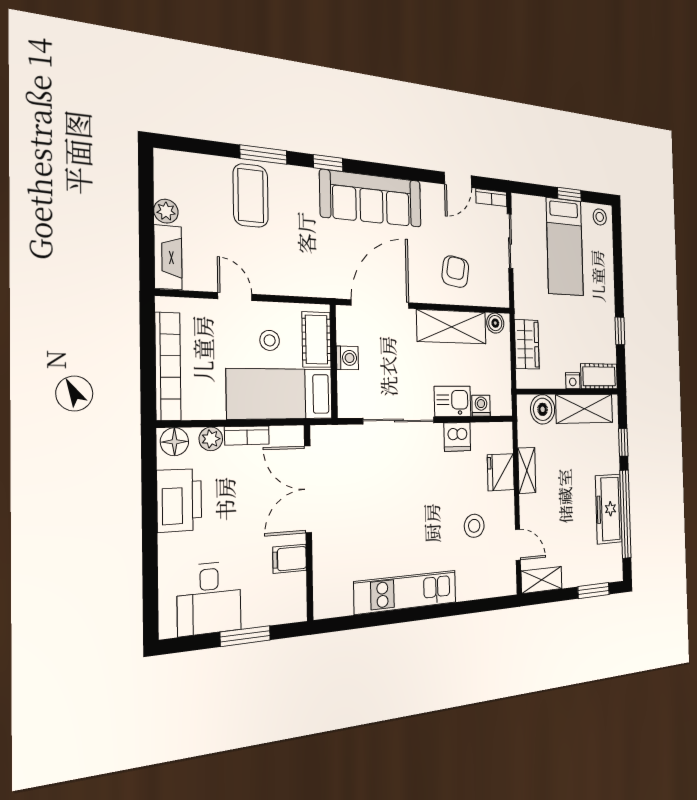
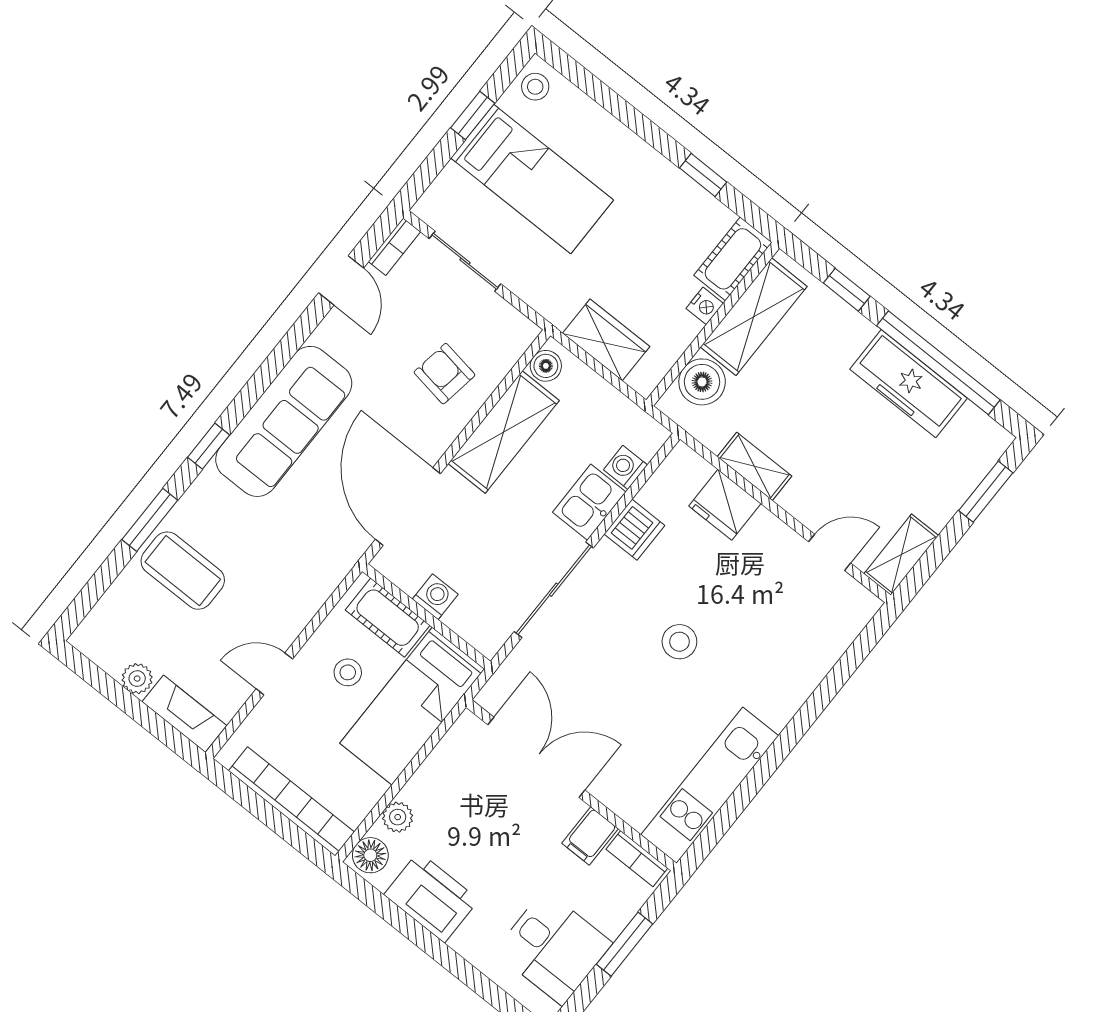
bookcase: (247, 436) -> (637, 859), moved, turned 90
double door: (308, 489) -> (536, 757), swing flipped
stool: (474, 526) -> (679, 642), moved
kitchen unit: (406, 592) -> (710, 785), moved

